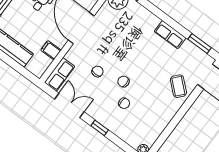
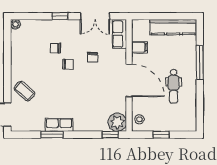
window: (200, 43) -> (52, 135), moved

